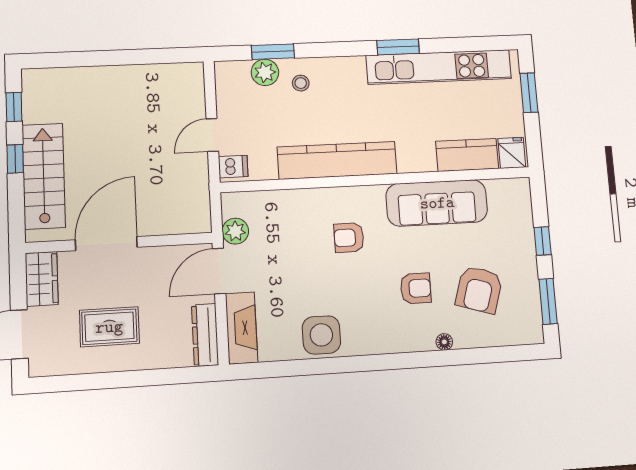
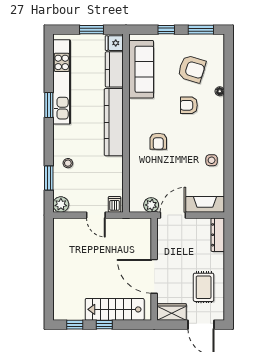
plant: (265, 72) -> (61, 204), moved
window: (529, 93) -> (92, 30), moved
kitchen counter: (337, 160) -> (114, 122), moved
sofa: (437, 203) -> (141, 69), moved
door: (219, 271) -> (173, 215), swing flipped
armchair: (416, 288) -> (189, 105), turned -90
rug: (109, 327) -> (204, 287), moved
dresser: (205, 335) -> (218, 235), moved, turned 90
side table: (321, 335) -> (212, 160), width x0.54, depth x0.54

